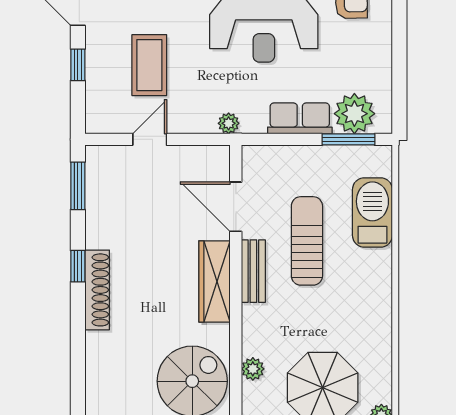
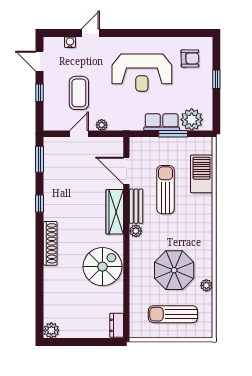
window: (399, 40) -> (216, 79), added
plant: (229, 123) -> (102, 125), moved
window: (348, 139) -> (173, 134), moved
shoe rack: (97, 290) -> (50, 243), moved
plant: (253, 369) -> (136, 231), moved

